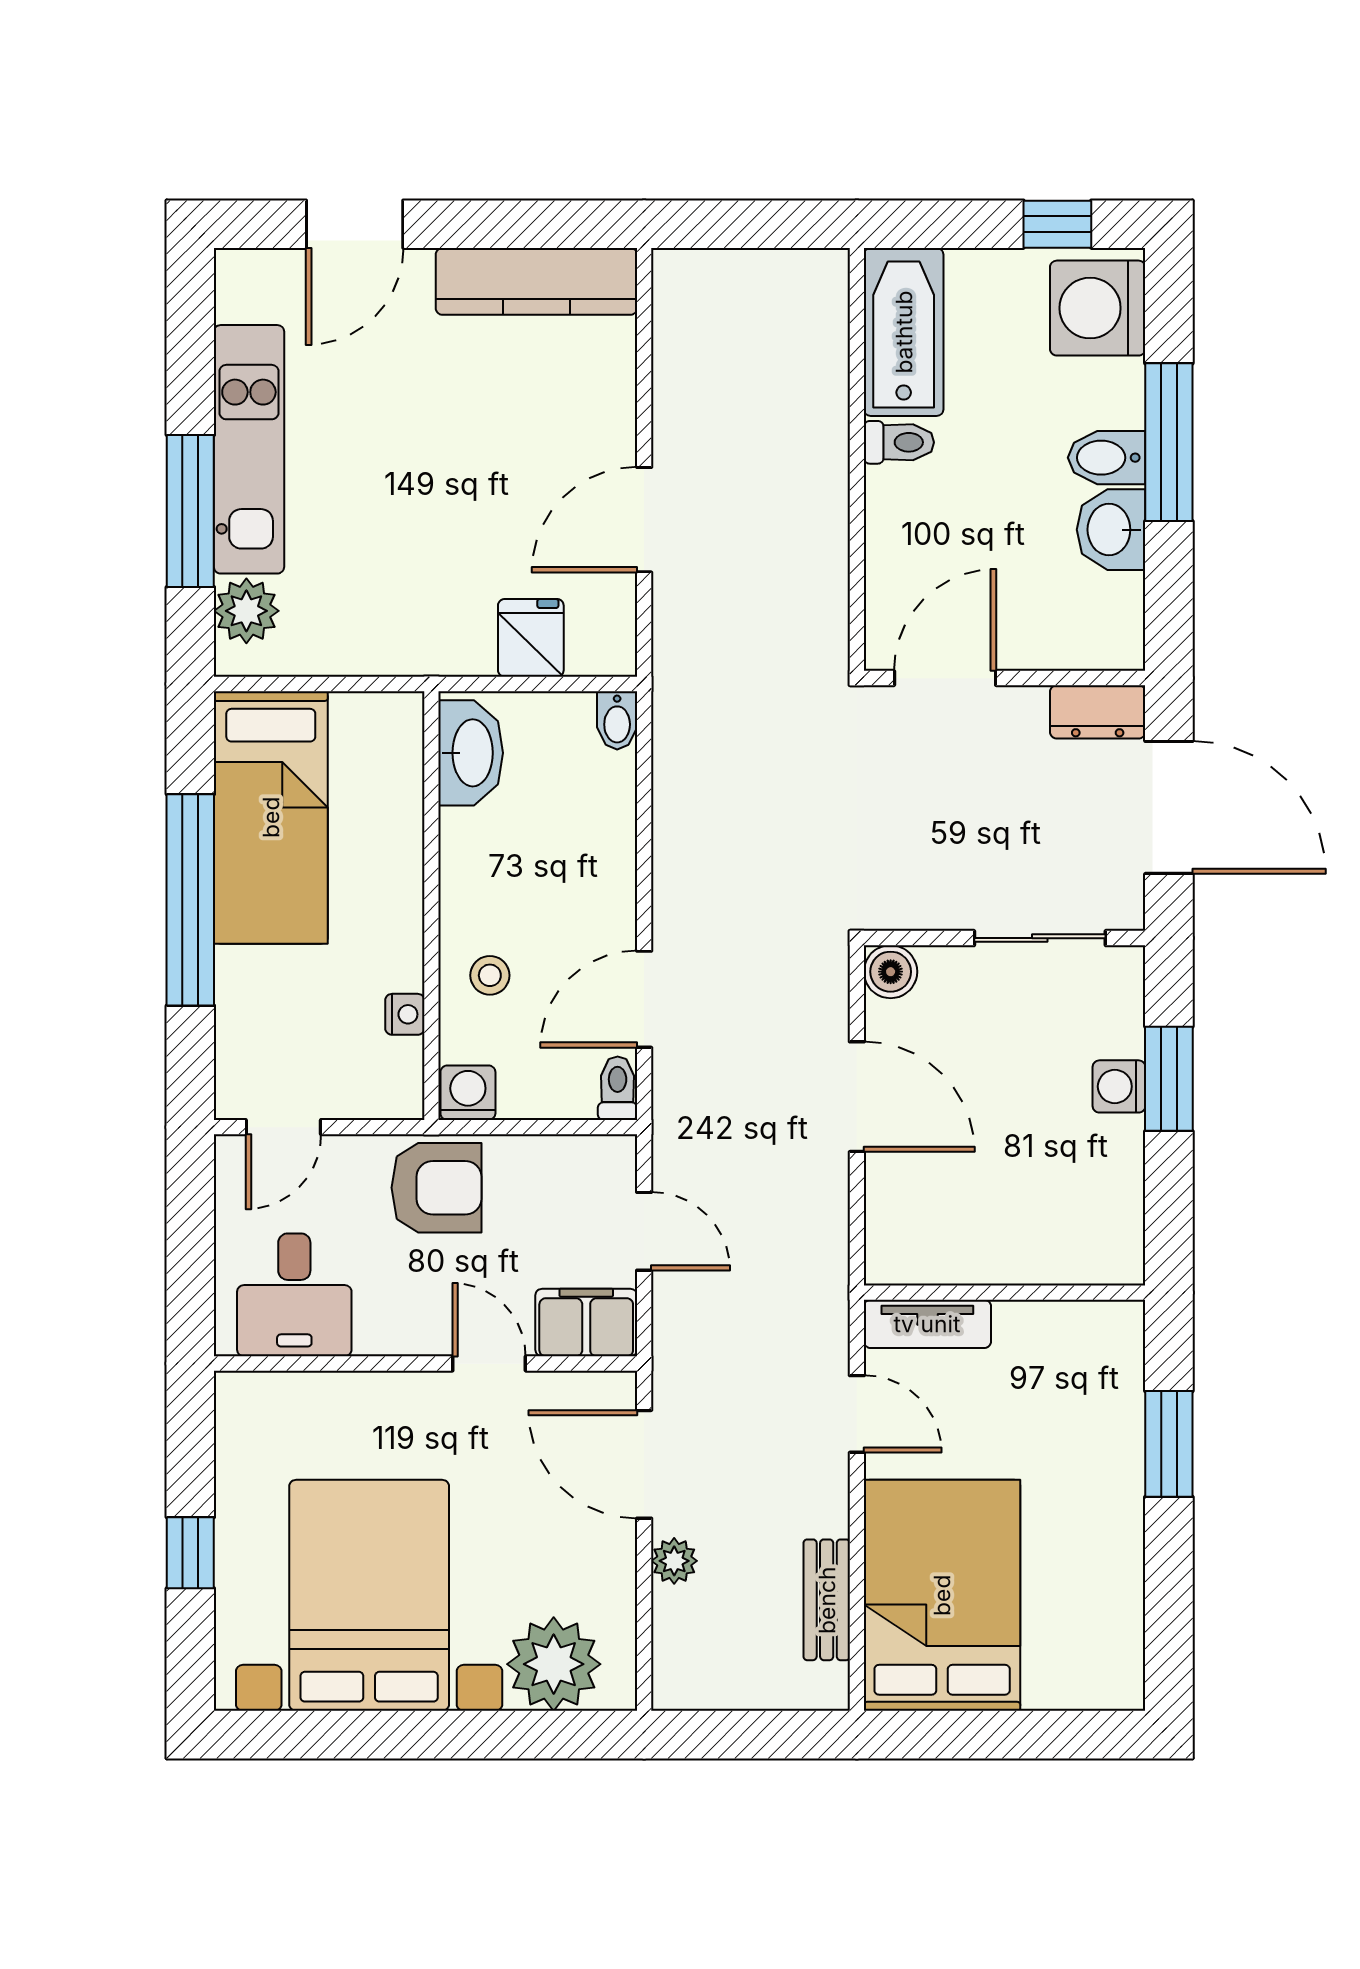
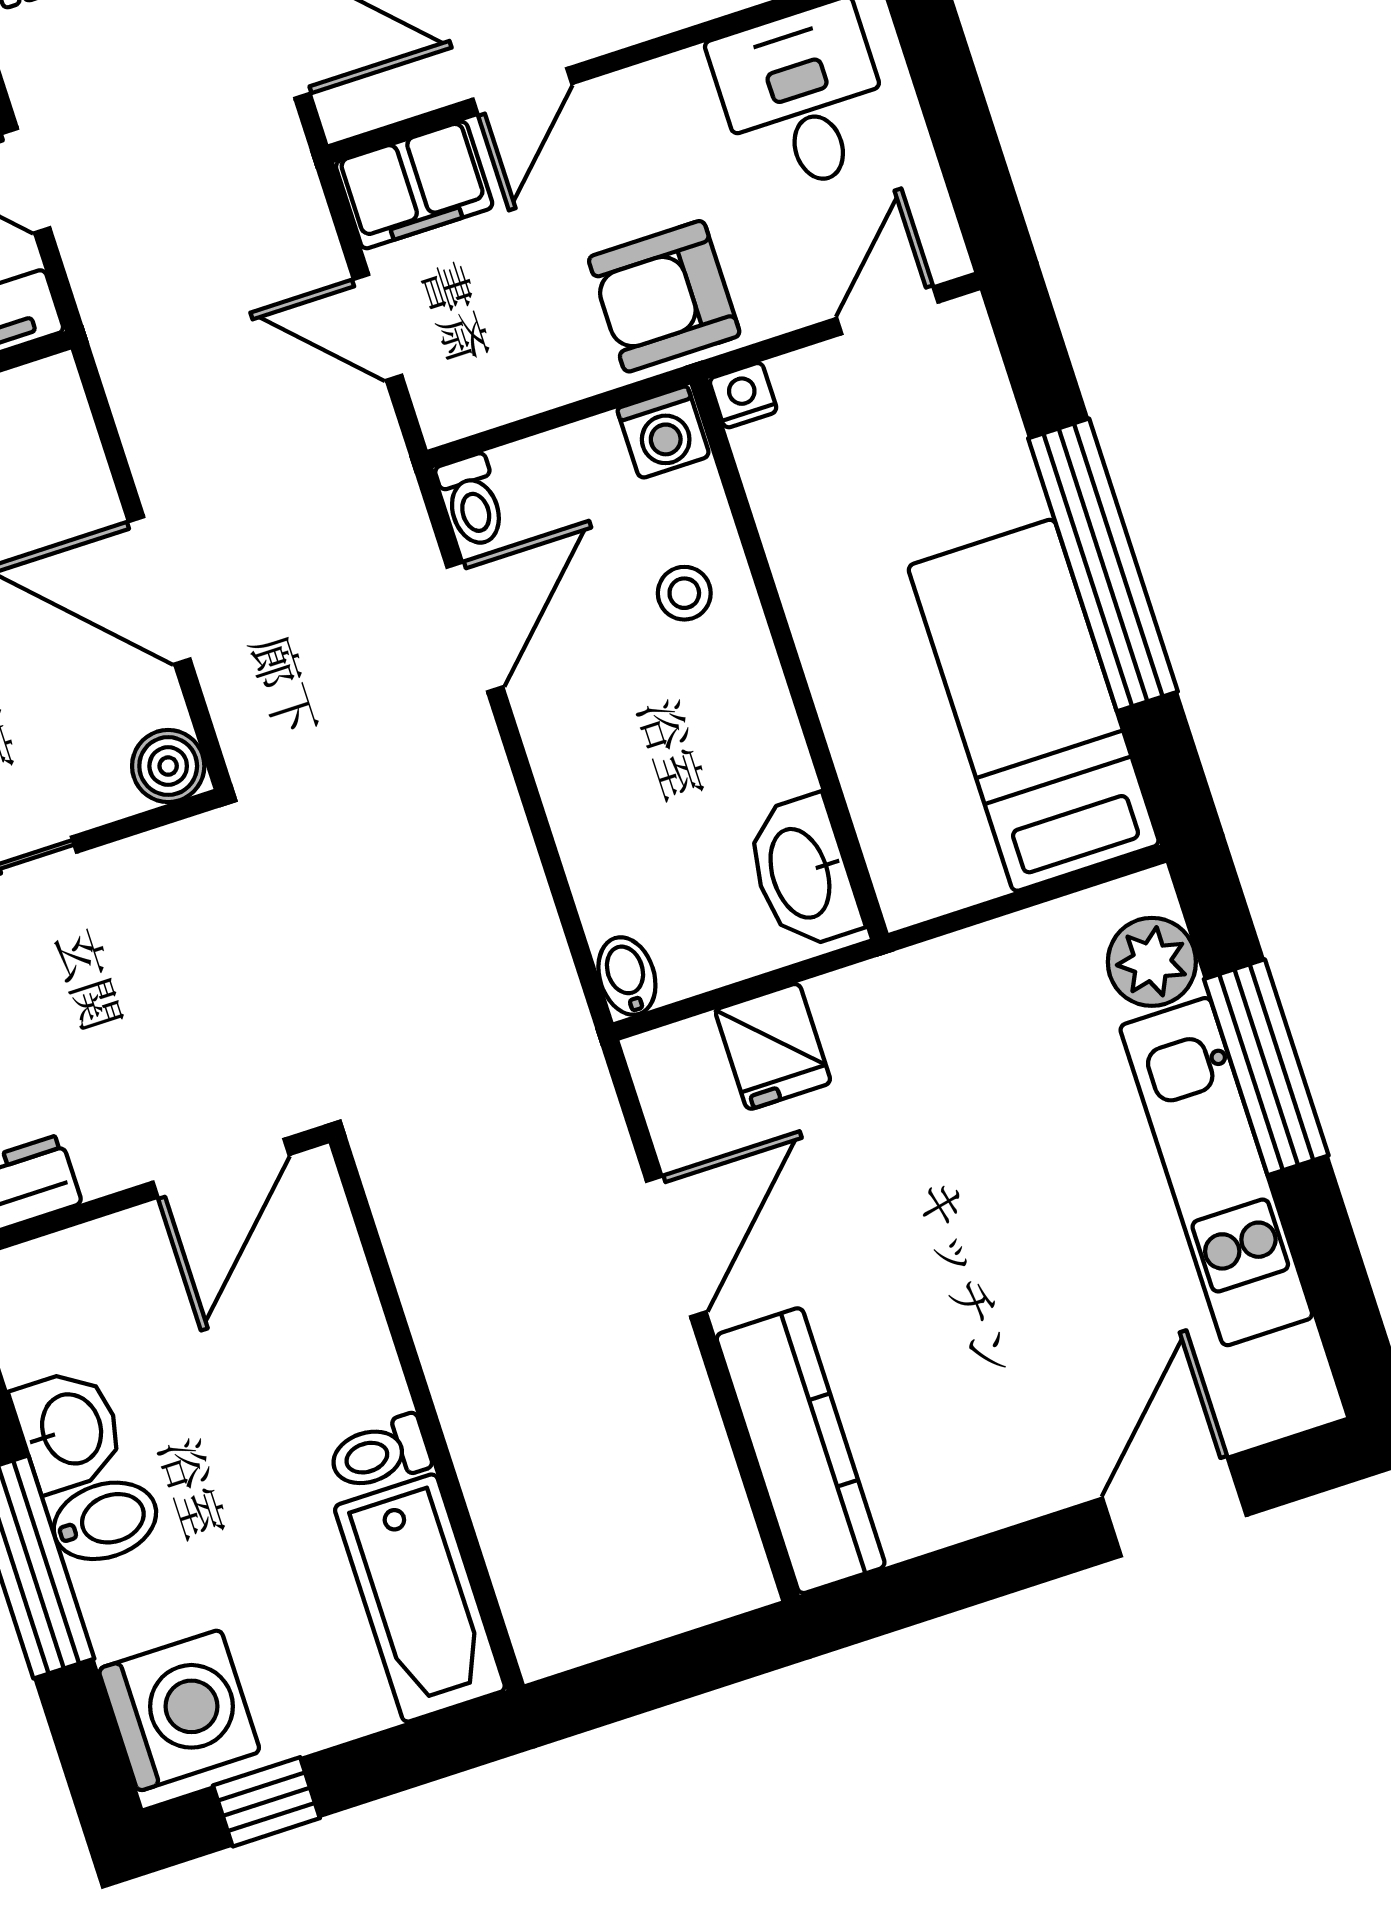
kitchen counter: (536, 281) -> (801, 1451), moved, turned 90
nightstand: (405, 1014) -> (743, 395), moved, turned 90
door: (489, 1364) -> (522, 91), hinge flipped

